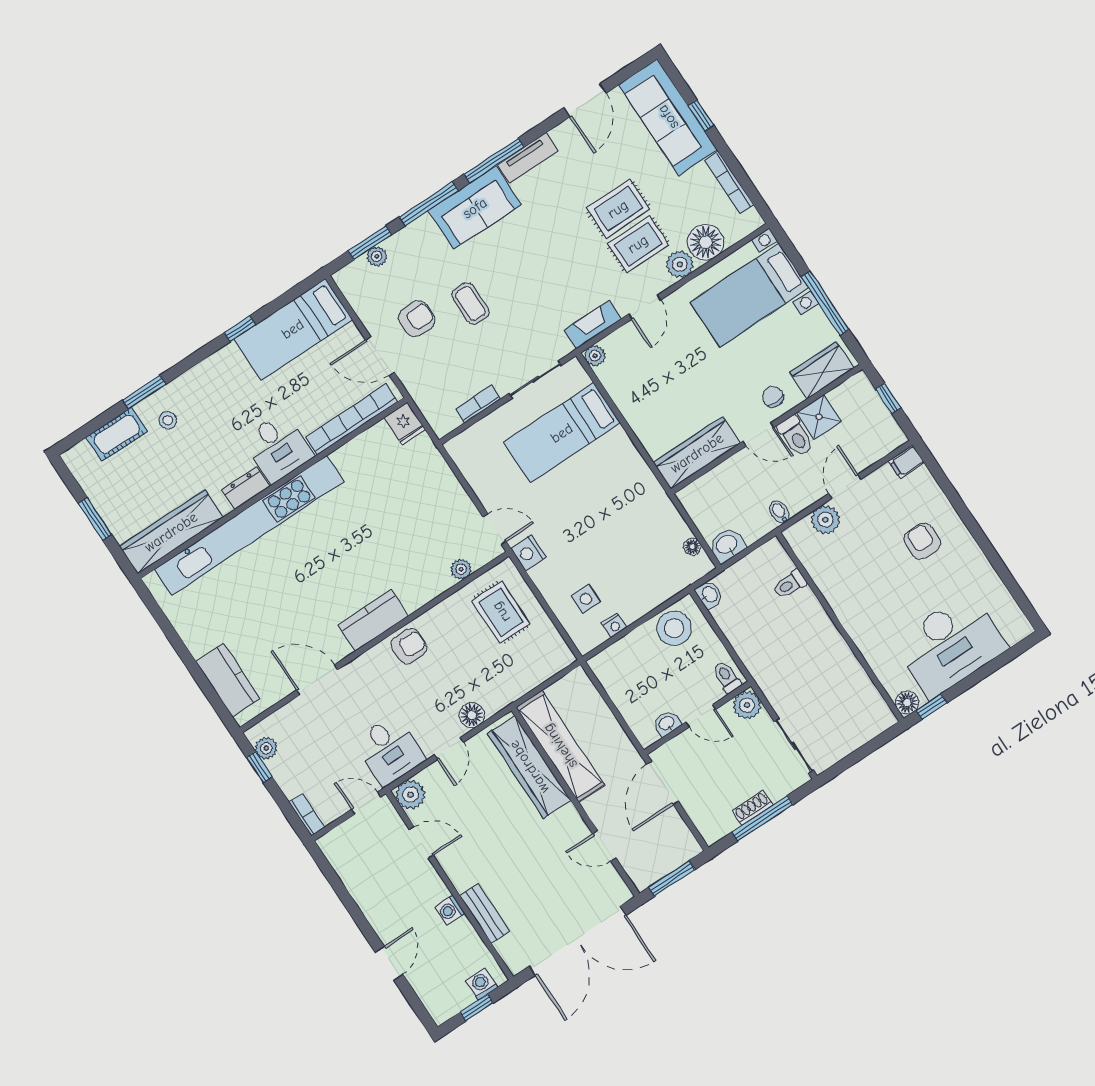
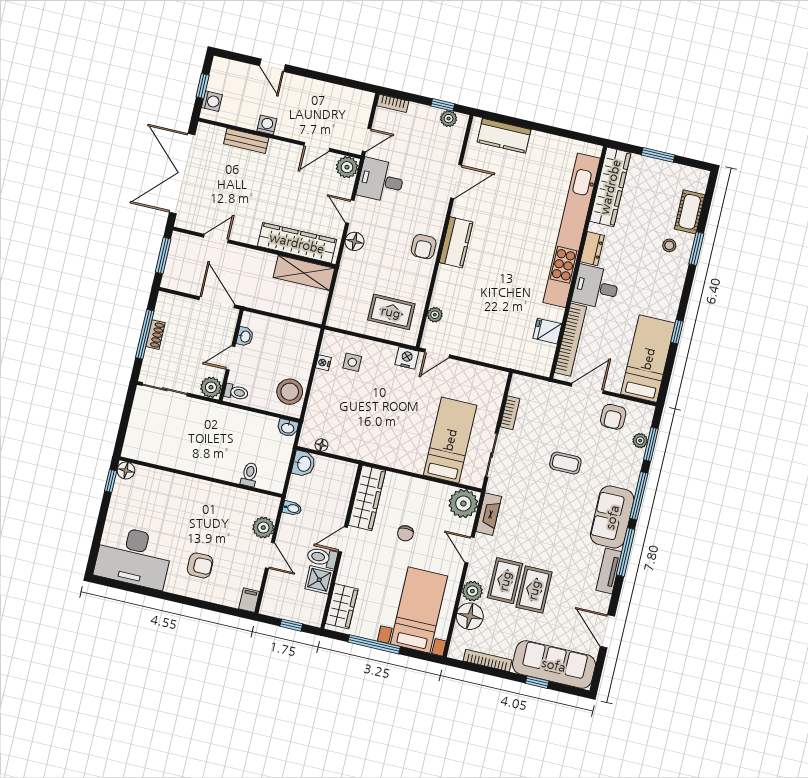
armchair: (417, 319) -> (613, 417), moved
plant: (595, 356) -> (463, 503), width x1.88, depth x1.88
chair: (773, 397) -> (405, 533), moved, turned 90
fridge: (405, 424) -> (547, 331), moved
desk: (950, 645) -> (134, 557), moved, turned -90
shelving: (560, 746) -> (304, 273), width x0.68

